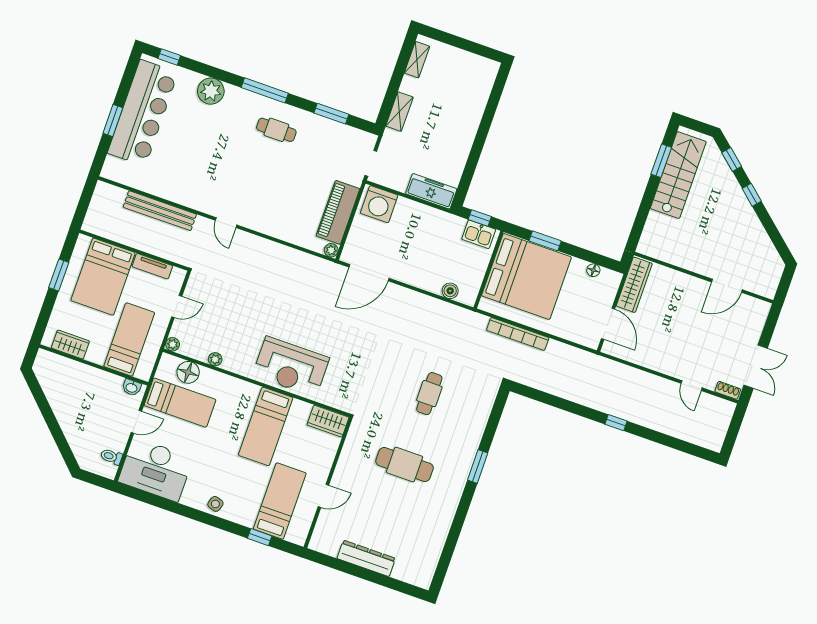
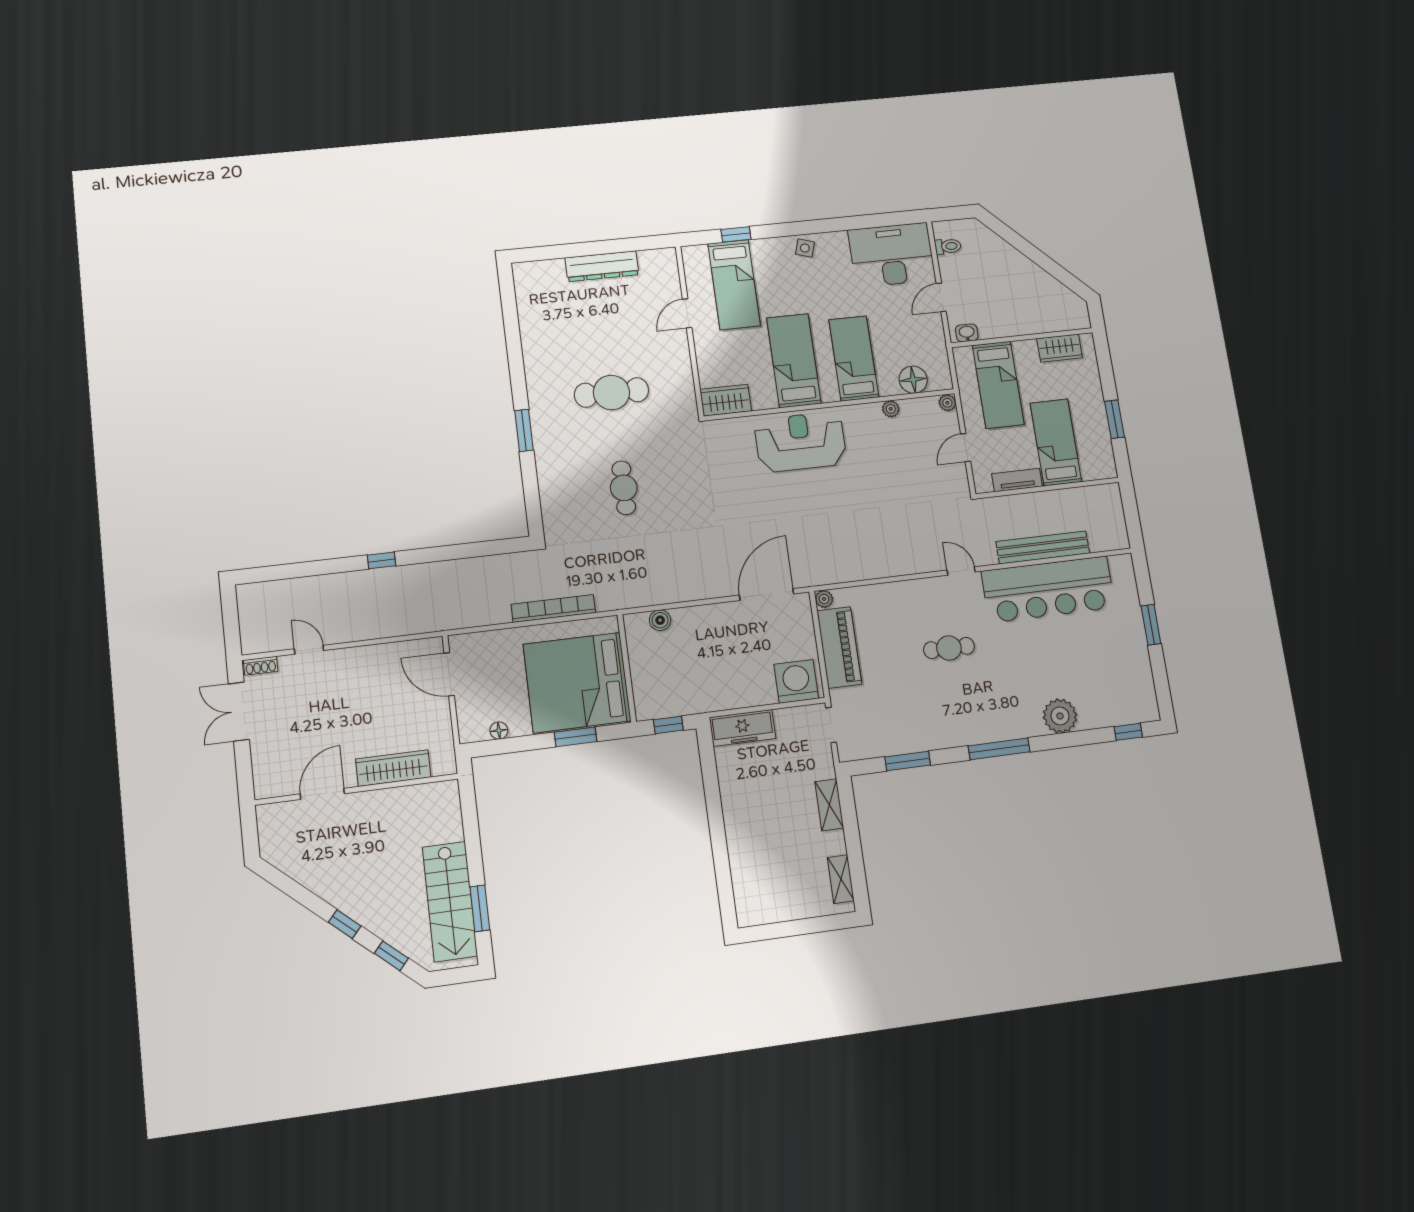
bar counter: (143, 113) -> (1048, 589), moved, turned -90
cafe table: (276, 130) -> (949, 648), moved
kitchen sink: (479, 234) -> (660, 705), removed
bed: (103, 277) -> (1056, 442), width x0.67
wardrobe: (634, 285) -> (393, 768), moved, turned 90
bed: (180, 403) -> (854, 358), moved, turned 90

